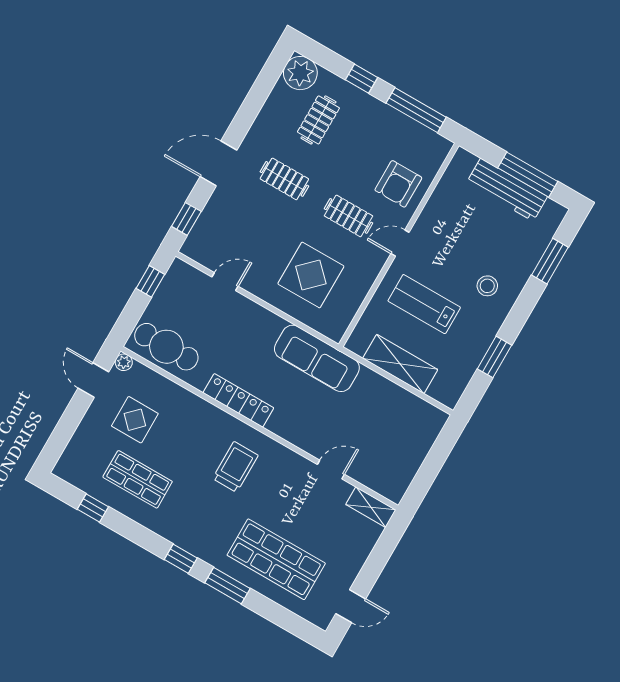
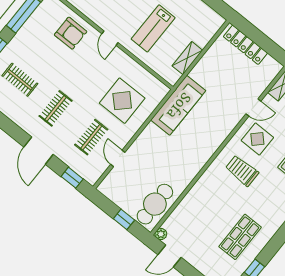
clothes rail: (348, 216) -> (91, 137), moved
window: (150, 281) -> (124, 219), moved
shelving: (400, 364) -> (187, 58), width x0.67, depth x0.75
locker: (238, 400) -> (245, 45), moved, turned -90
display table: (135, 420) -> (257, 139), moved
door: (331, 469) -> (253, 107), swing flipped

